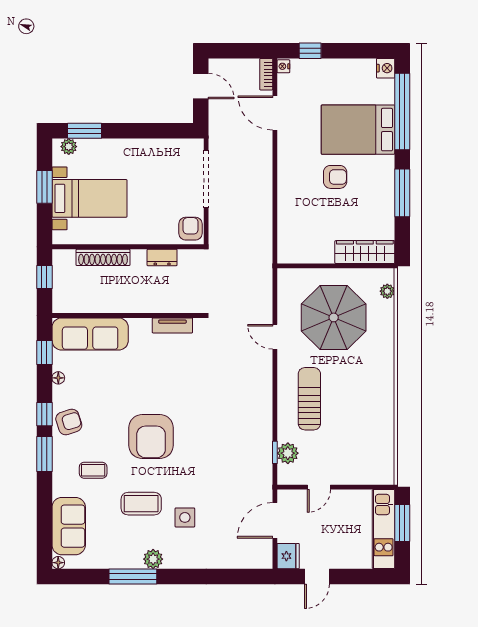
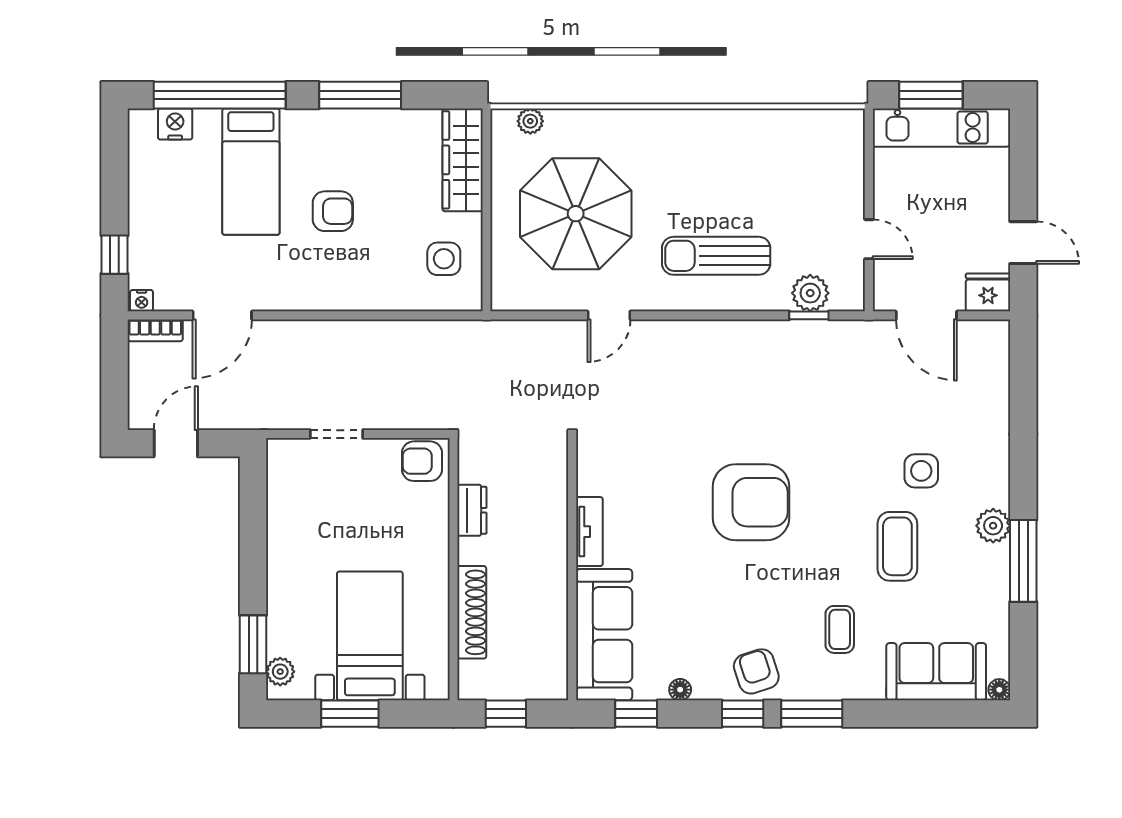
nightstand: (386, 68) -> (175, 124), moved
bed: (358, 130) -> (251, 172), width x0.67
armchair: (335, 177) -> (333, 211), turned 90
doorway: (206, 179) -> (337, 434), width x0.53
side table: (308, 241) -> (444, 259), added
tv unit: (172, 325) -> (589, 532), moved
armchair: (151, 437) -> (751, 502), moved

